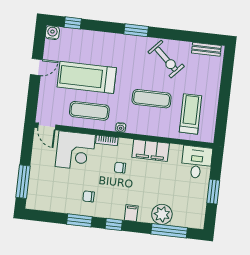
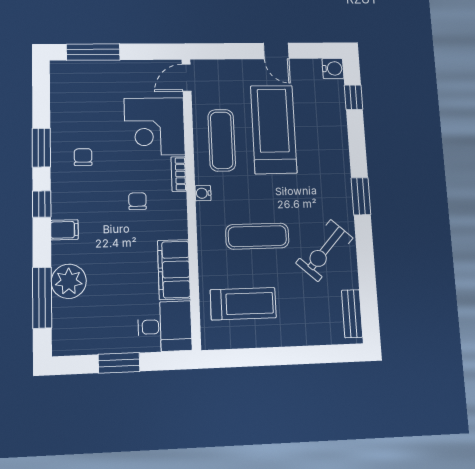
exercise mat: (152, 99) -> (257, 236), turned 90
filing cabinet: (151, 150) -> (174, 270), moved

